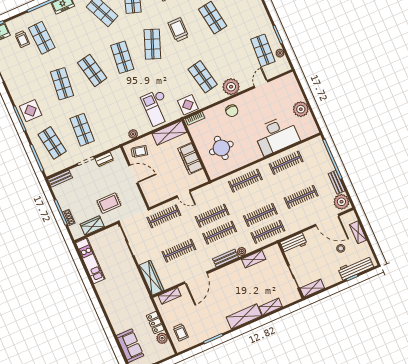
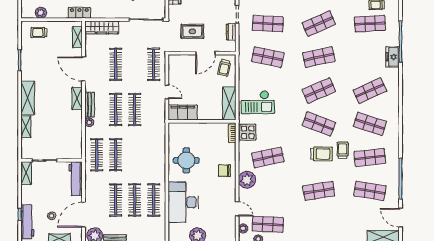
trolley: (167, 12) -> (343, 150), added
shop shelf: (122, 57) -> (319, 91), turned -30
shop shelf: (62, 84) -> (319, 24), turned -30
checkout: (157, 108) -> (258, 102), turned 180
shop shelf: (112, 116) -> (268, 57), added
plant: (133, 134) -> (243, 228), moved
round table: (221, 148) -> (186, 160), moved
filing cabinet: (190, 159) -> (183, 112), moved
clothes rail: (245, 181) -> (135, 200), moved
door: (184, 194) -> (167, 92), swing flipped
rug: (109, 203) -> (192, 31), moved, turned 90
workbench: (293, 243) -> (76, 179), width x1.37
shelving: (254, 259) -> (77, 98), moved
locker: (155, 323) -> (79, 13), moved

